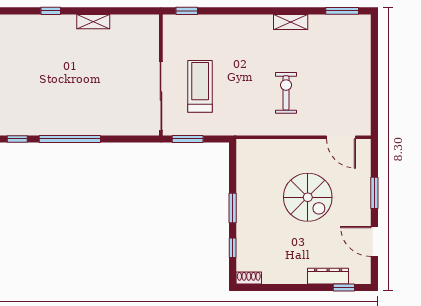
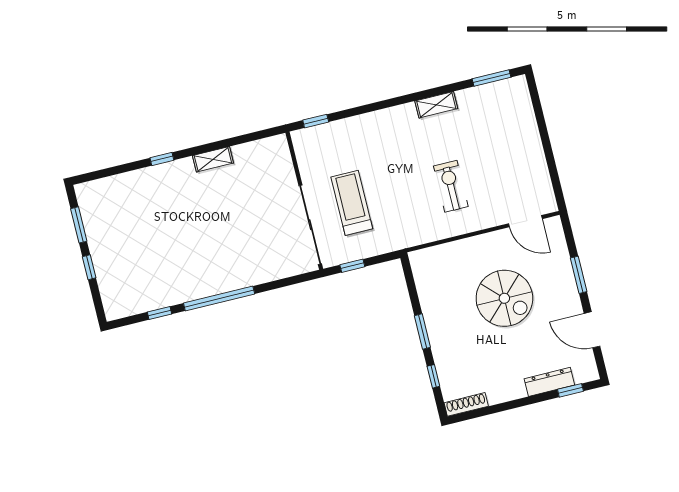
window: (188, 139) -> (352, 266), width x0.67
shoe rack: (249, 278) -> (466, 404), width x1.43

